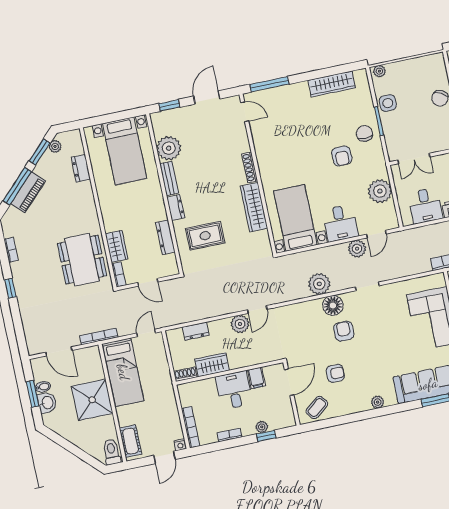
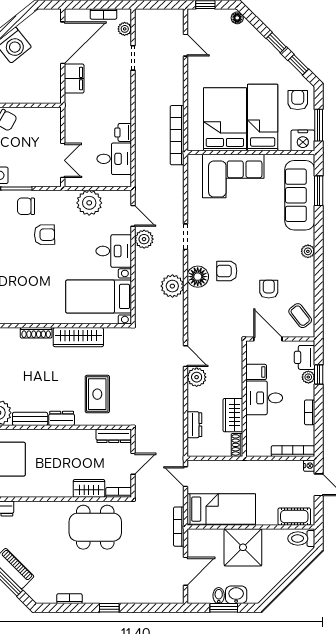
dresser: (165, 237) -> (114, 436), moved
printer: (279, 420) -> (305, 357), added

